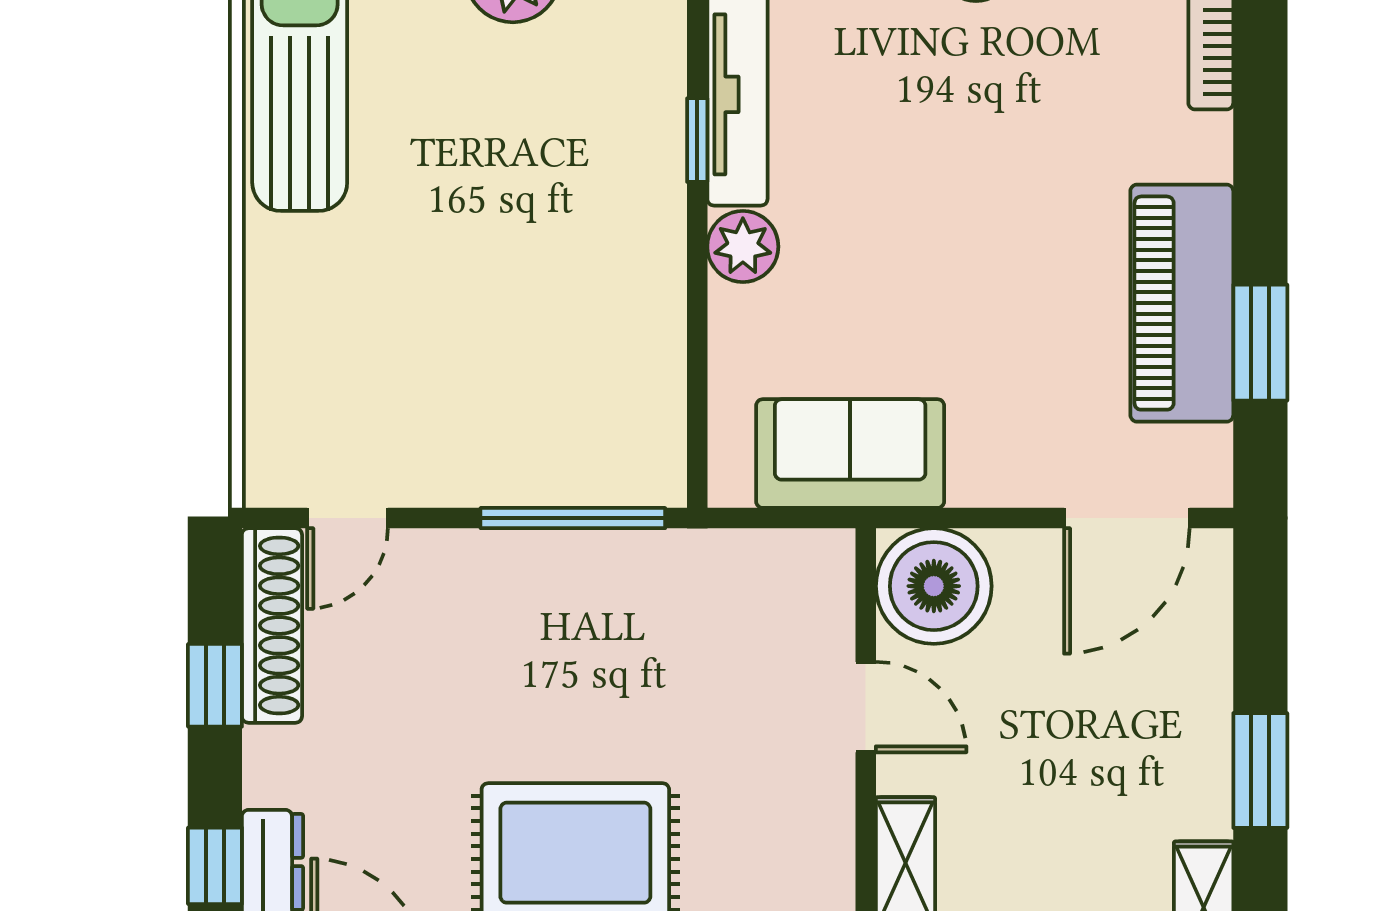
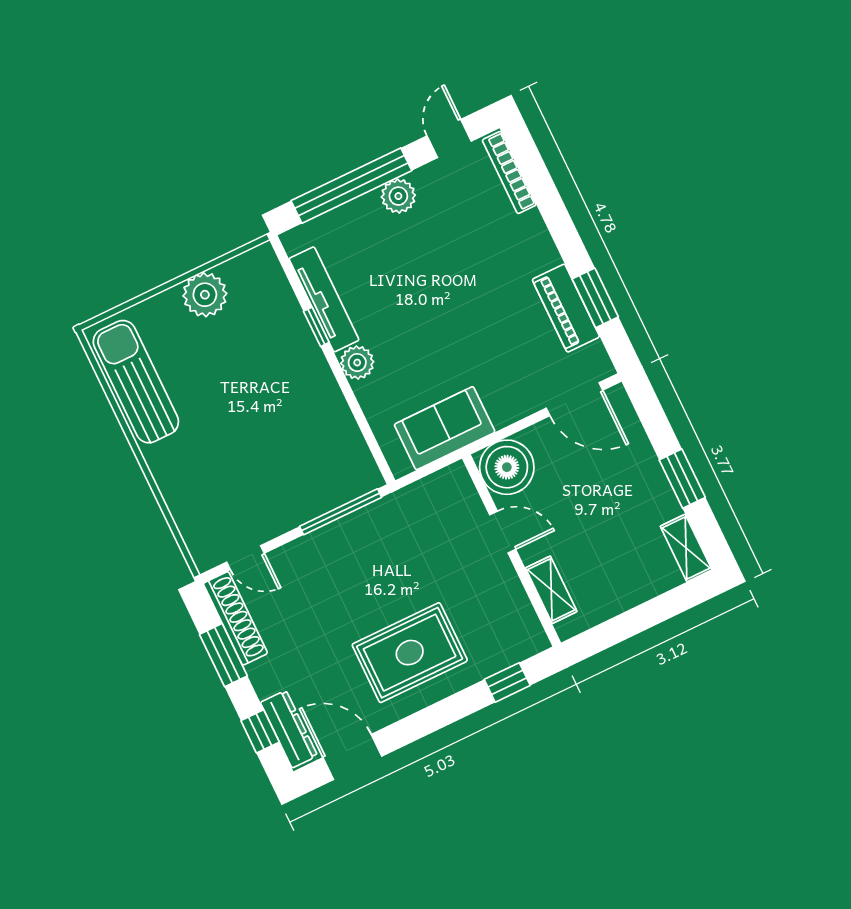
piano: (1182, 303) -> (566, 308), width x0.73, depth x0.75
door: (348, 518) -> (245, 558), hinge flipped
door: (1127, 518) -> (575, 399), hinge flipped
window: (215, 685) -> (223, 655), width x1.50

